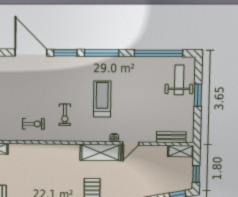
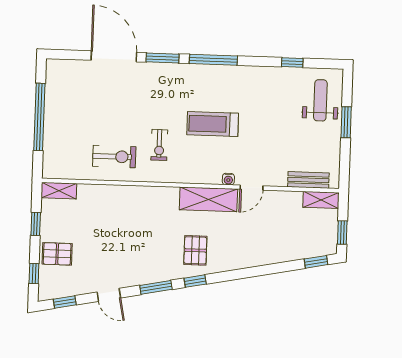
window: (158, 53) -> (292, 63), width x0.32
treadmill: (102, 99) -> (213, 124), turned -90
exercise bike: (33, 124) -> (114, 157), width x1.38, depth x1.39

